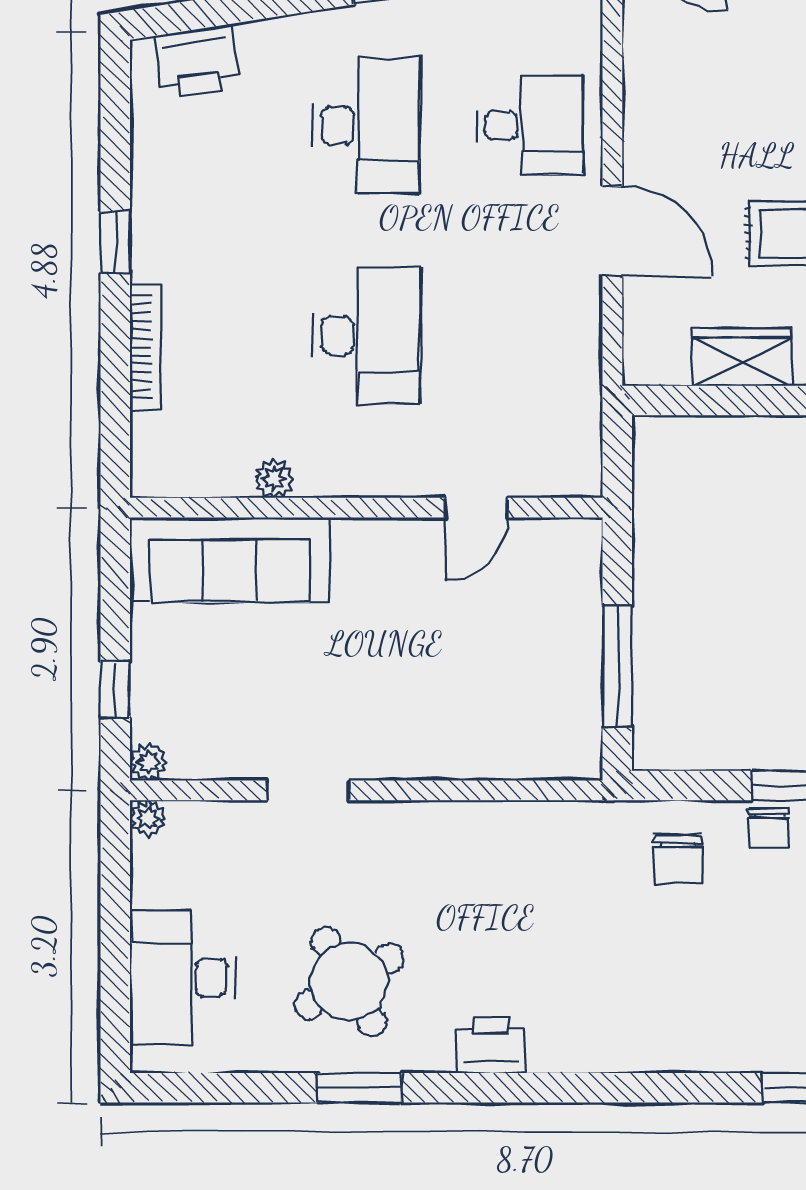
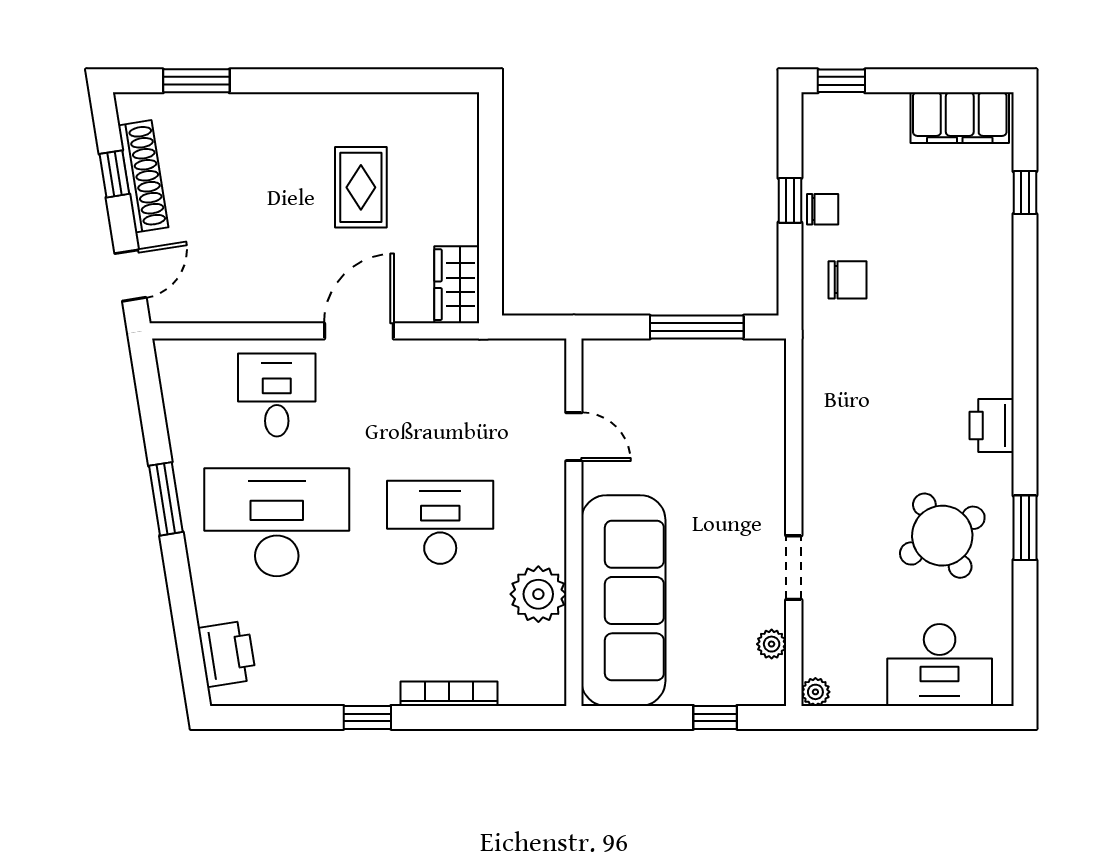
desk: (366, 125) -> (277, 522), width x1.36, depth x1.30
wardrobe: (742, 357) -> (457, 285), moved
plant: (274, 479) -> (538, 594), width x1.88, depth x1.88
sofa: (230, 560) -> (623, 601), width x1.36, depth x1.27
plant: (149, 762) -> (772, 644), moved

